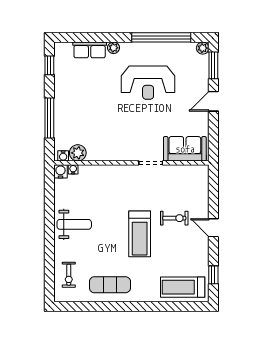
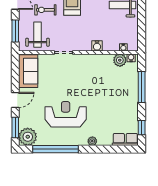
plant: (203, 48) -> (28, 137), width x1.87, depth x1.87
row of seats: (90, 50) -> (125, 139), moved
sofa: (185, 149) -> (28, 71), moved, turned -90
water cooler: (60, 171) -> (97, 46), moved
weight bench: (185, 186) -> (38, 35), added
window: (213, 191) -> (15, 31), added

